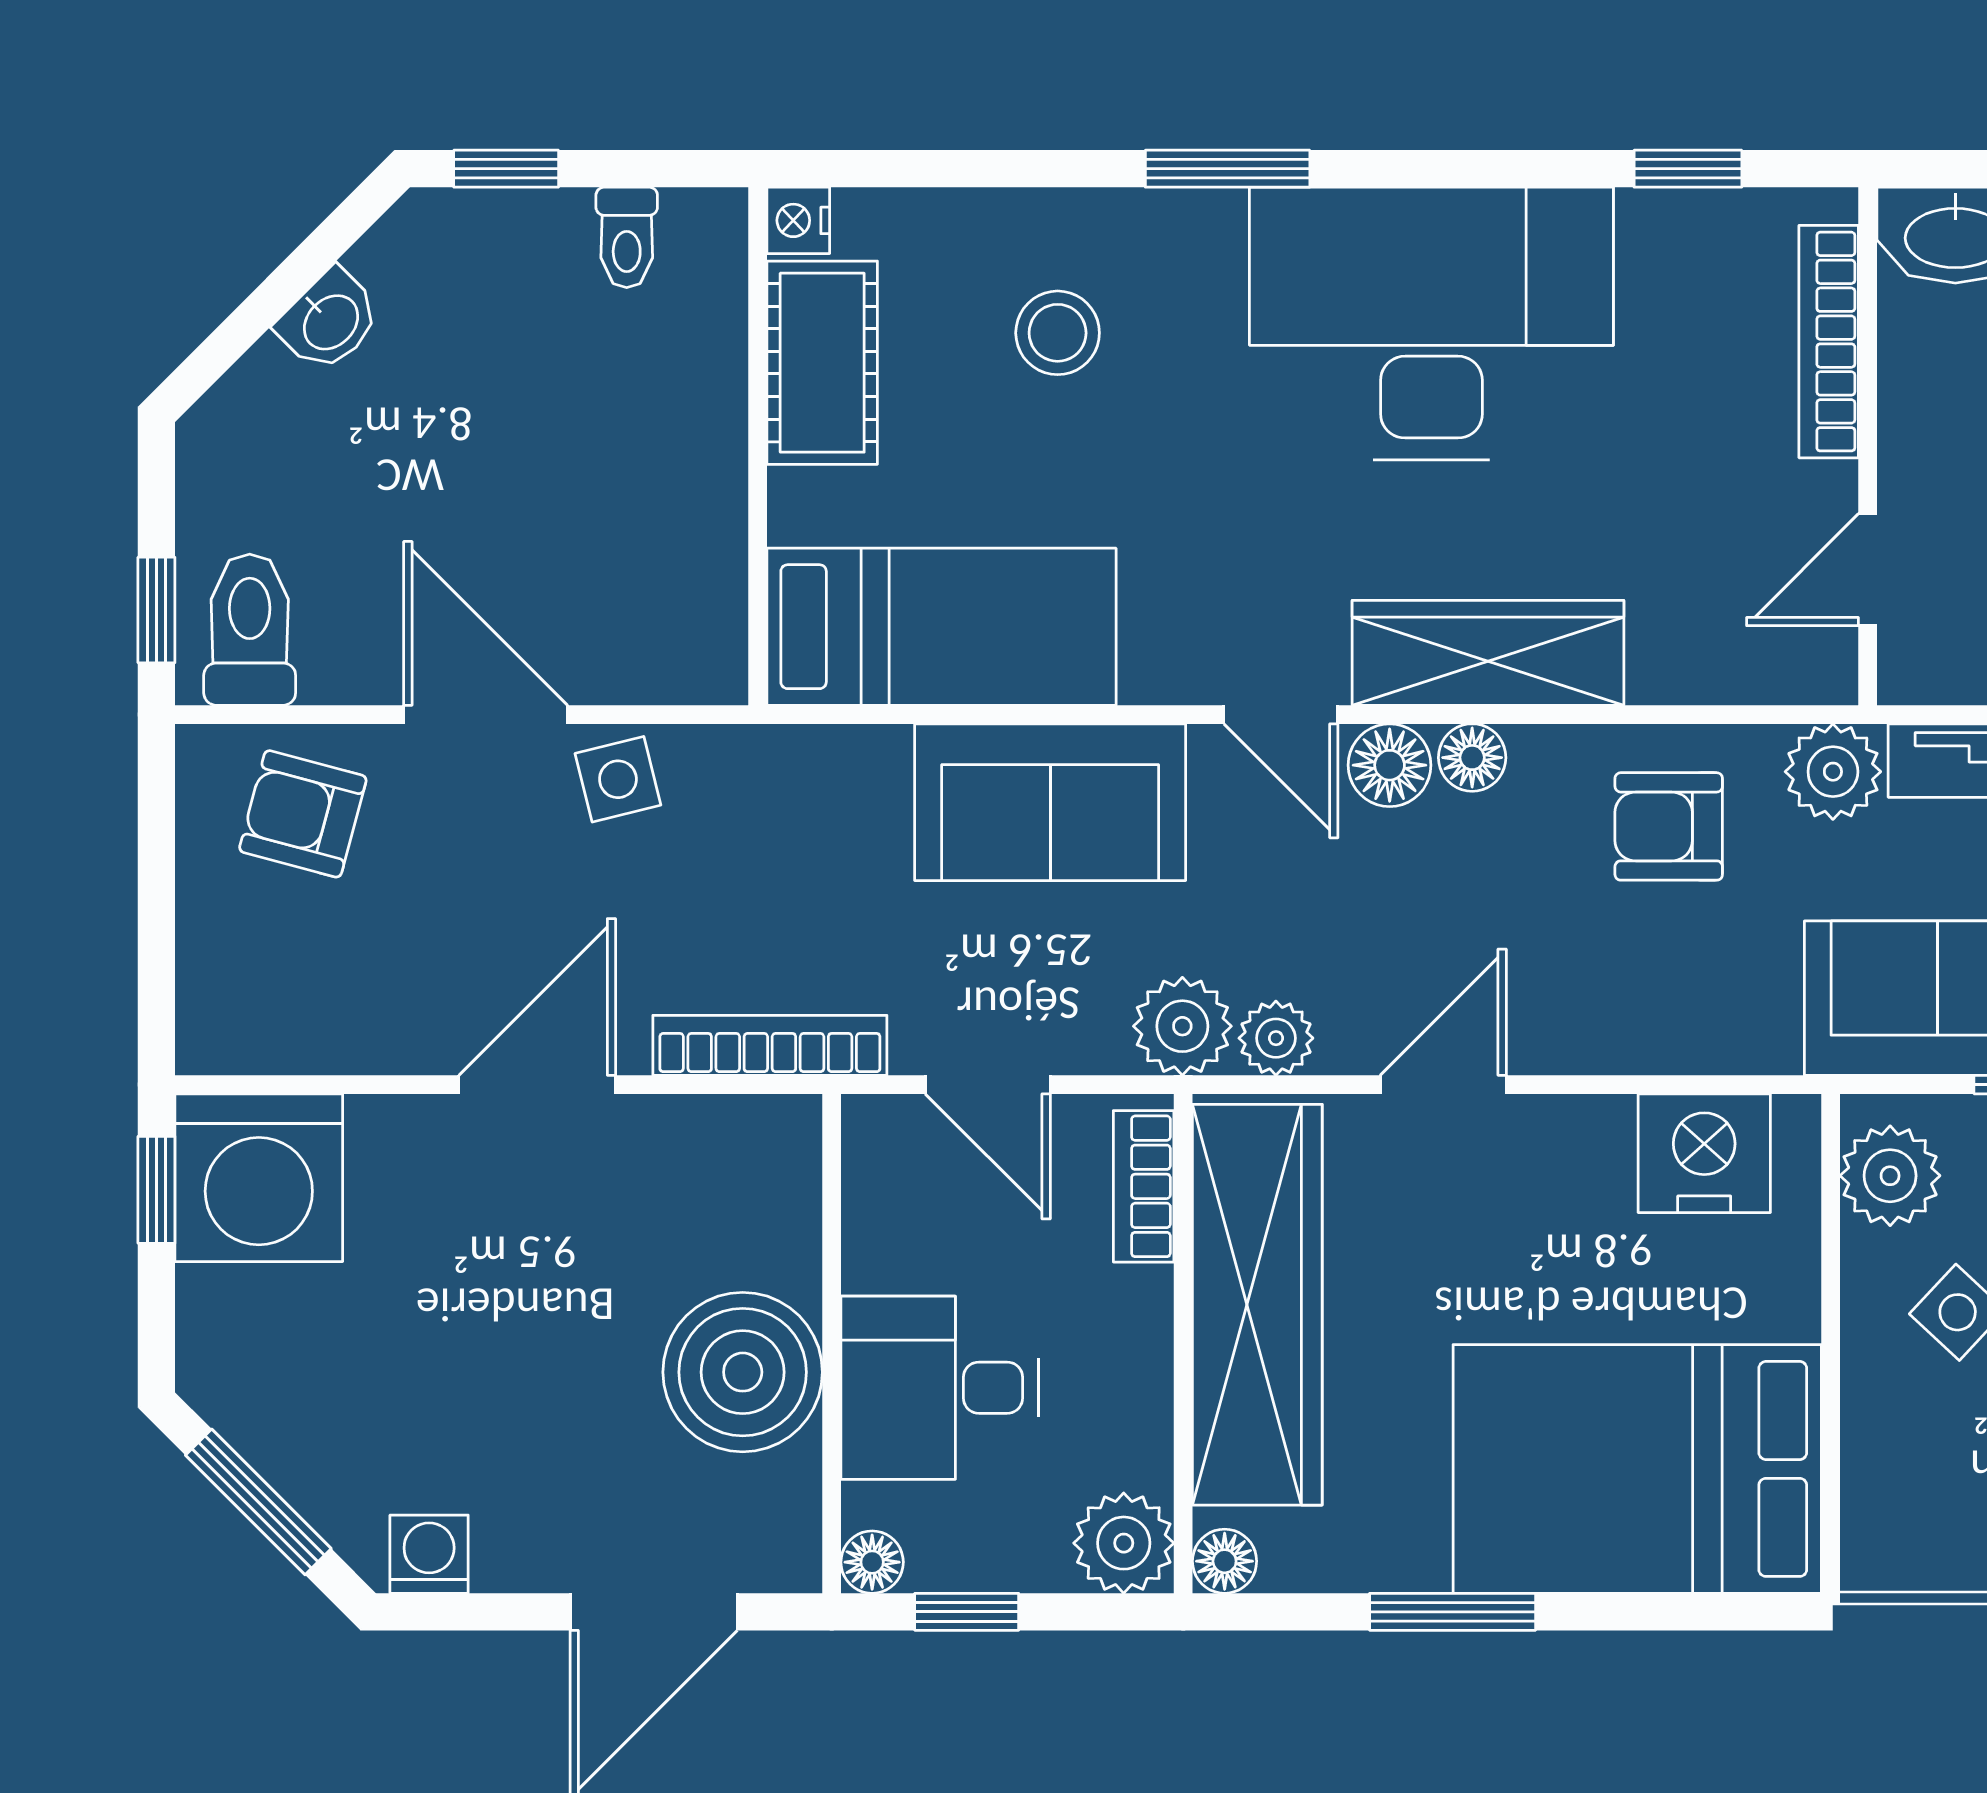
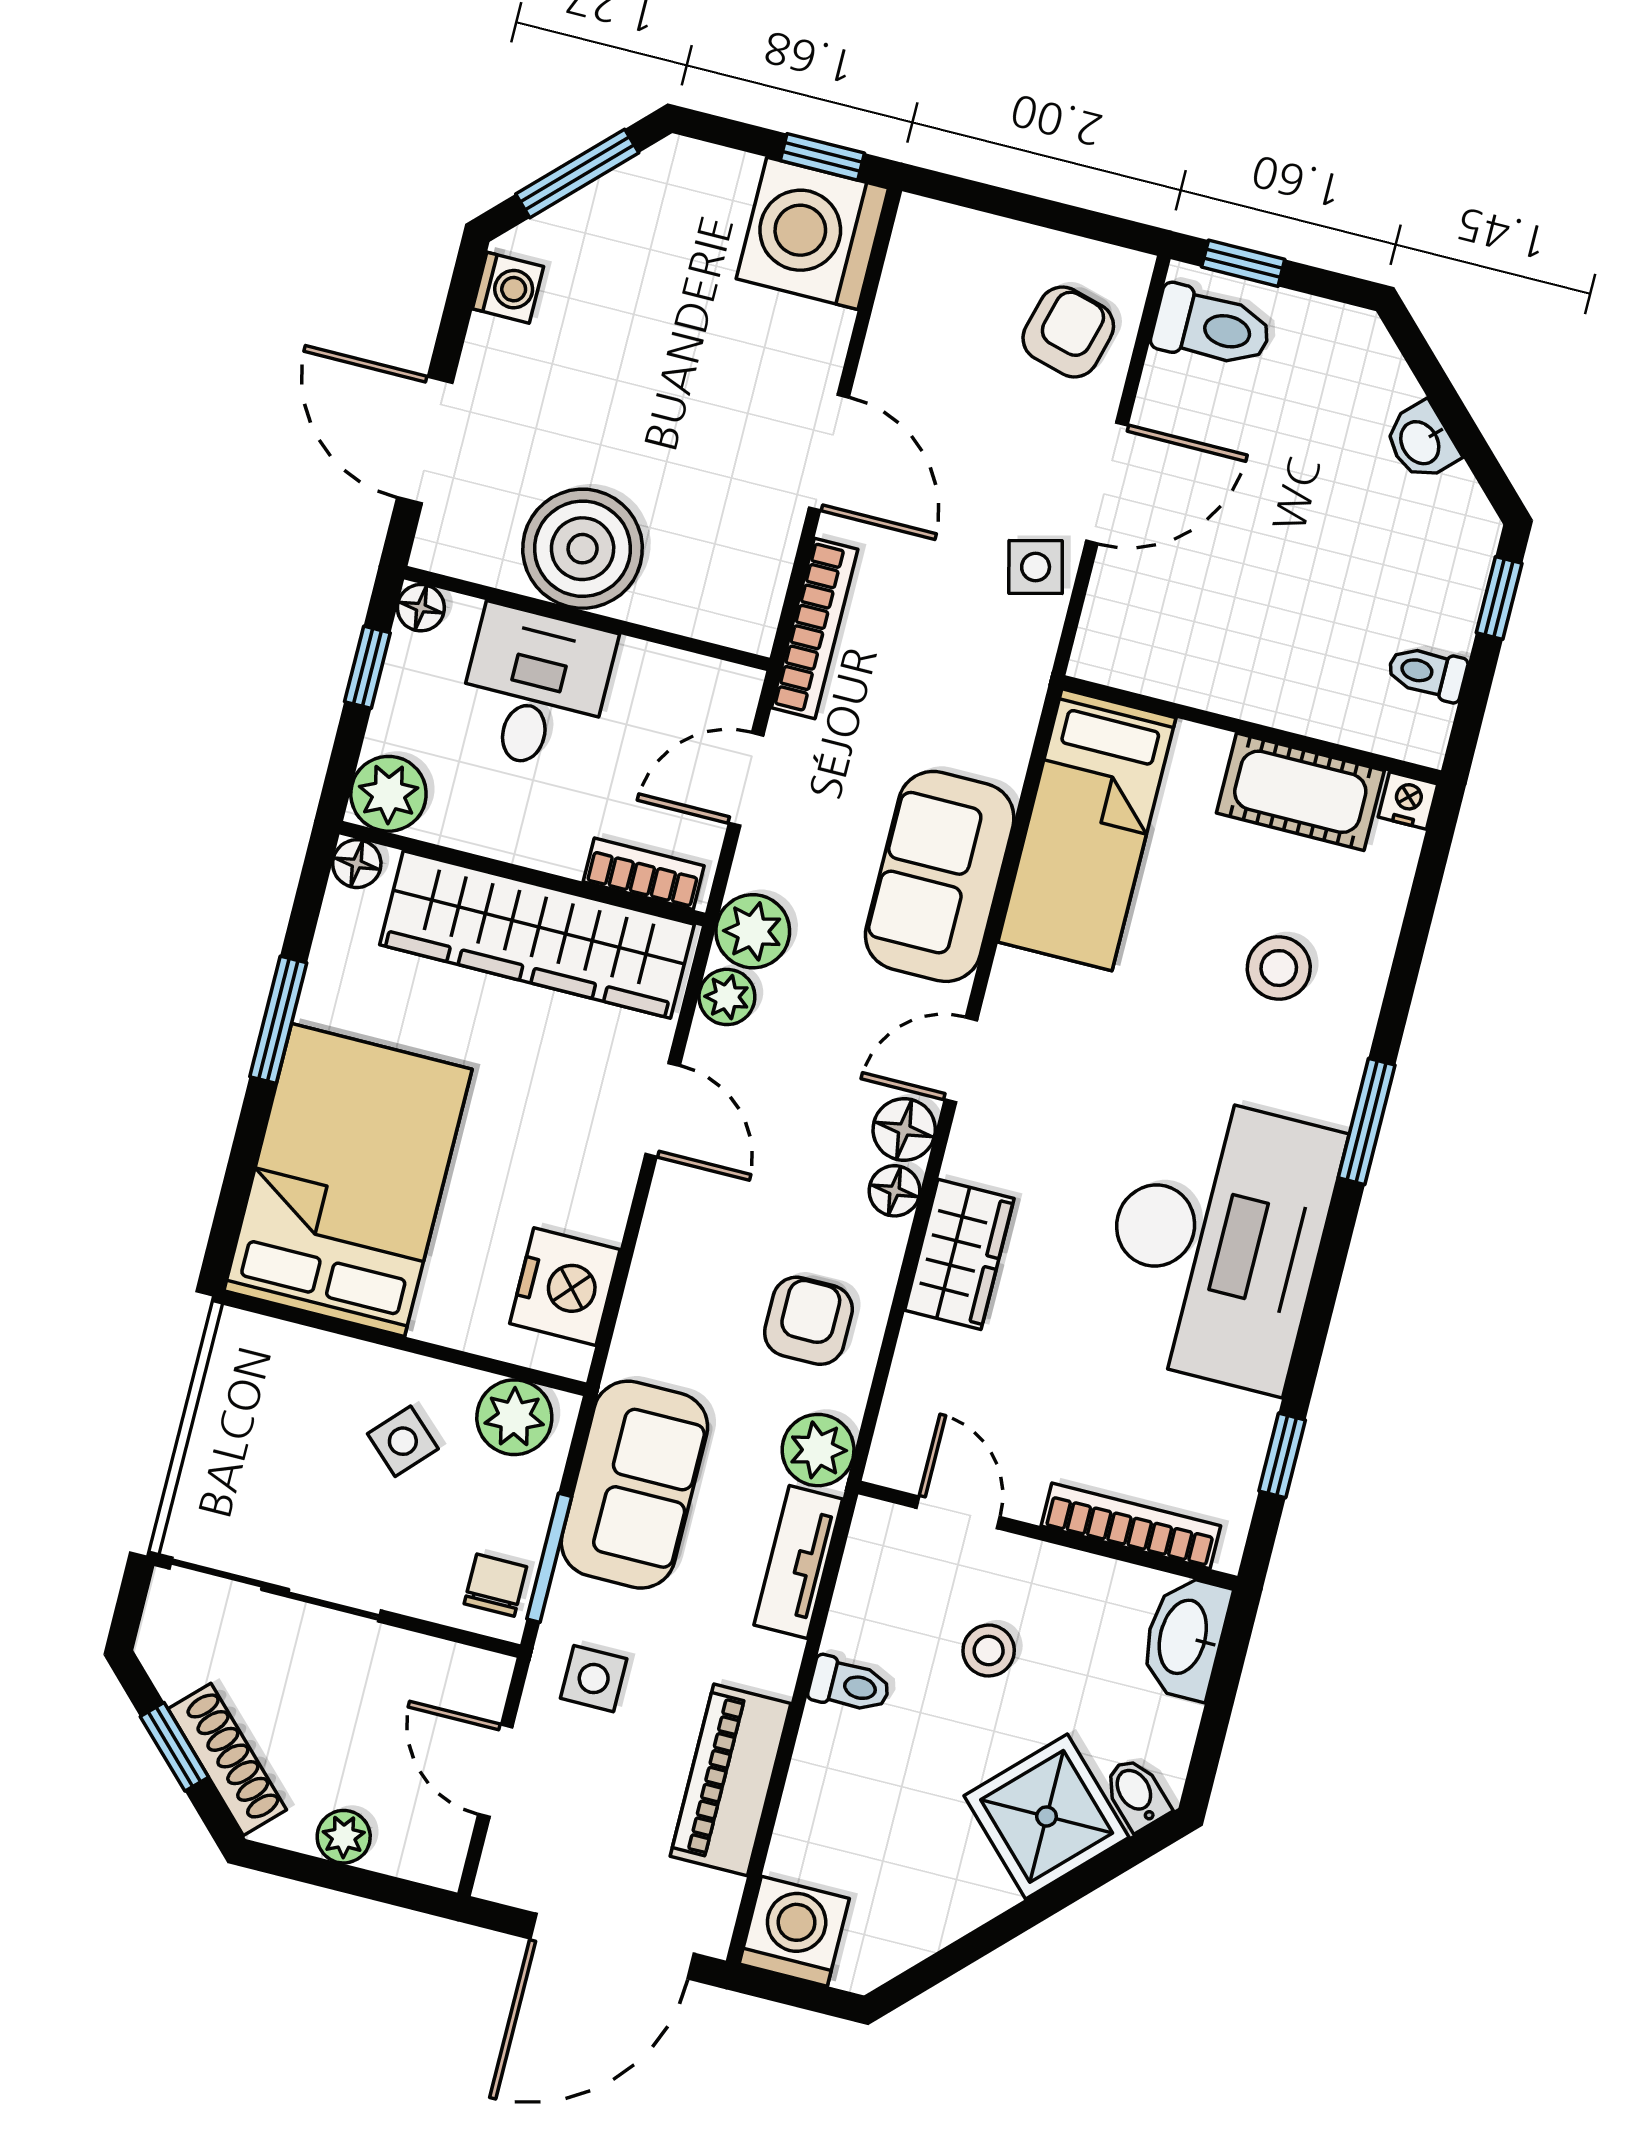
wardrobe: (1488, 653) -> (959, 1254), width x0.67

